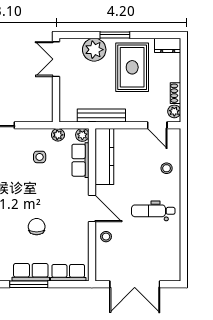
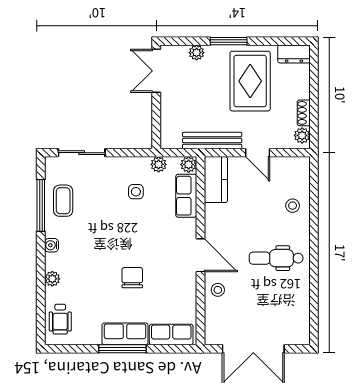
plant: (94, 50) -> (197, 53), width x0.53, depth x0.53
door: (157, 125) -> (258, 153), moved
kitchen counter: (104, 157) -> (216, 180), width x0.67

